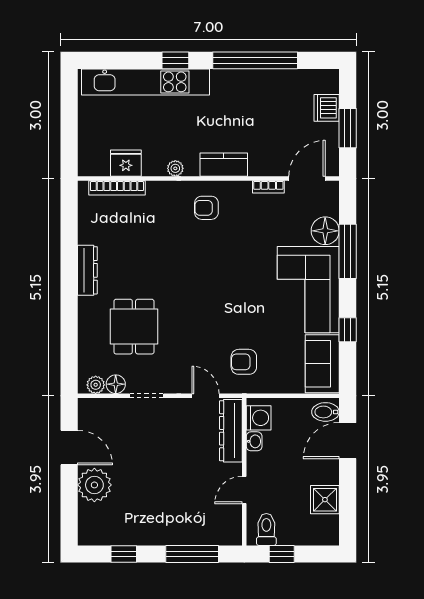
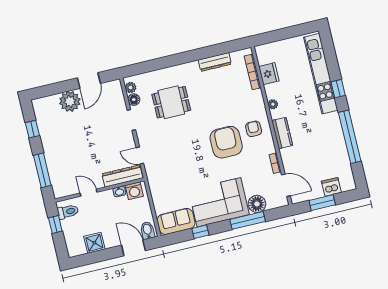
dresser: (87, 270) -> (215, 62), moved
armchair: (244, 362) -> (226, 142), moved, width x1.88, depth x1.88
door: (206, 396) -> (140, 156), swing flipped

